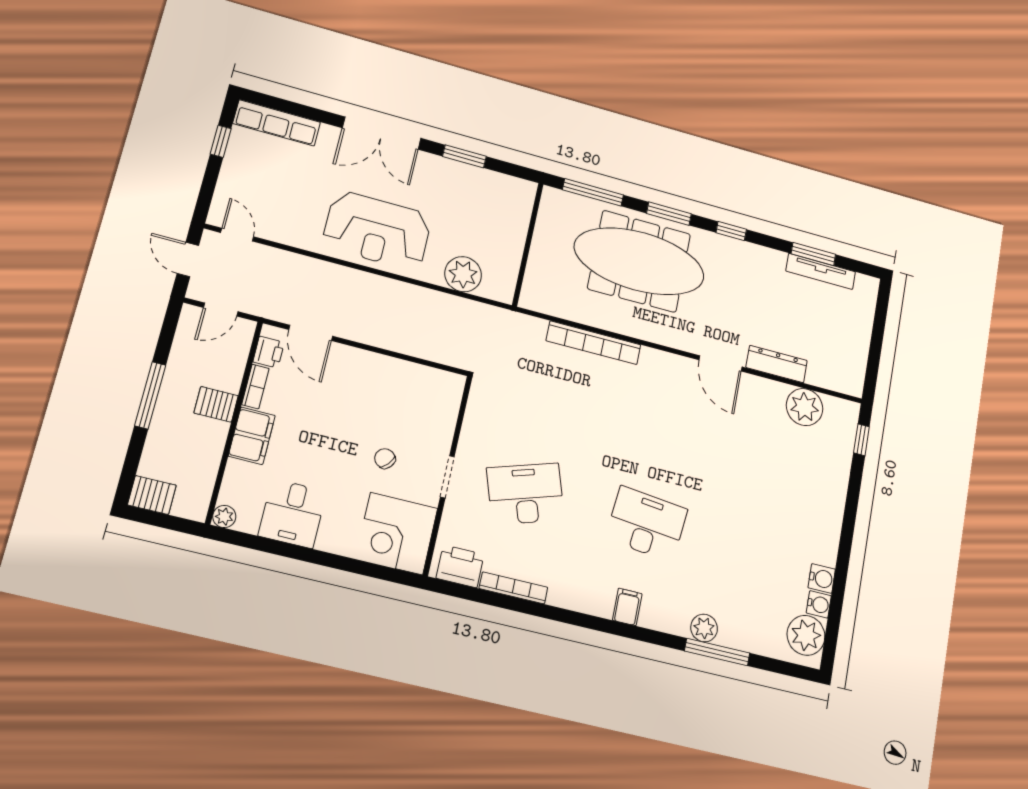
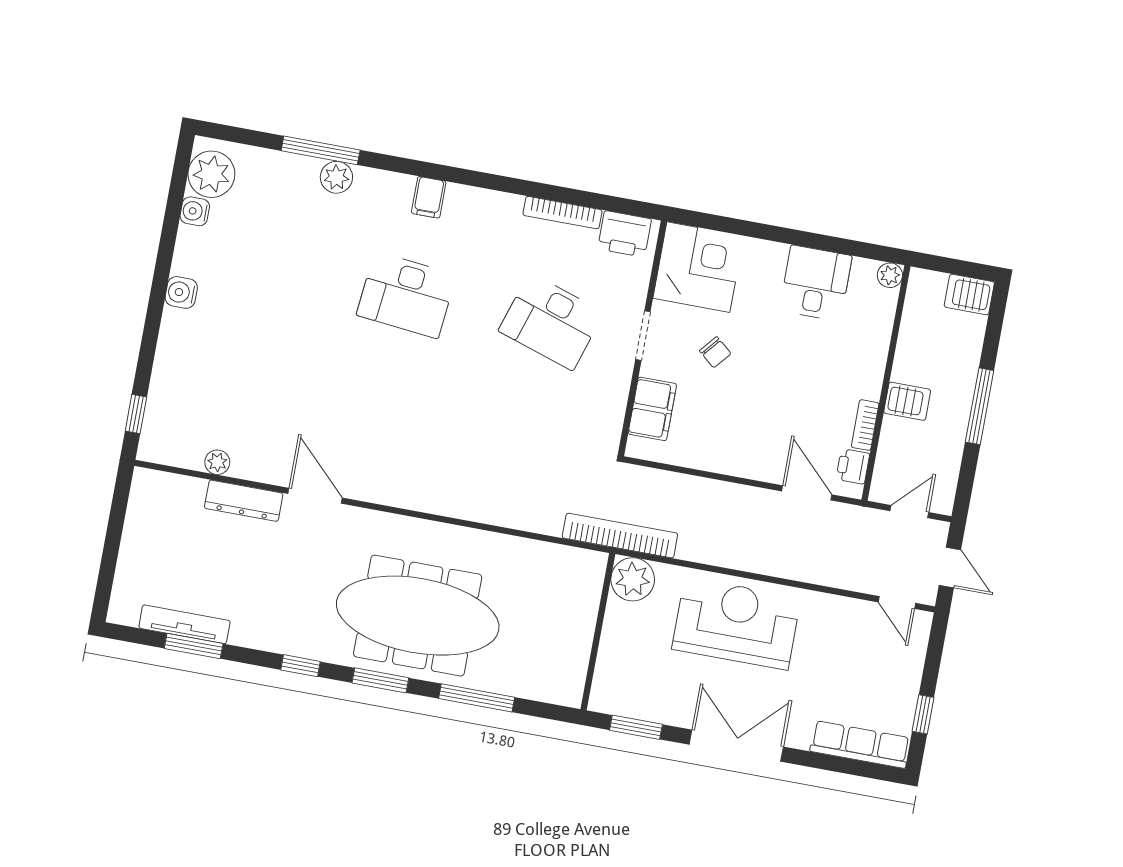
wall: (528, 244) -> (598, 632), moved
bookcase: (593, 343) -> (620, 536), moved
plant: (805, 407) -> (217, 462), width x0.53, depth x0.53
filing cabinet: (252, 436) -> (652, 409), moved, turned 180
desk: (526, 494) -> (551, 322), turned 36
water cooler: (822, 578) -> (181, 292), moved

